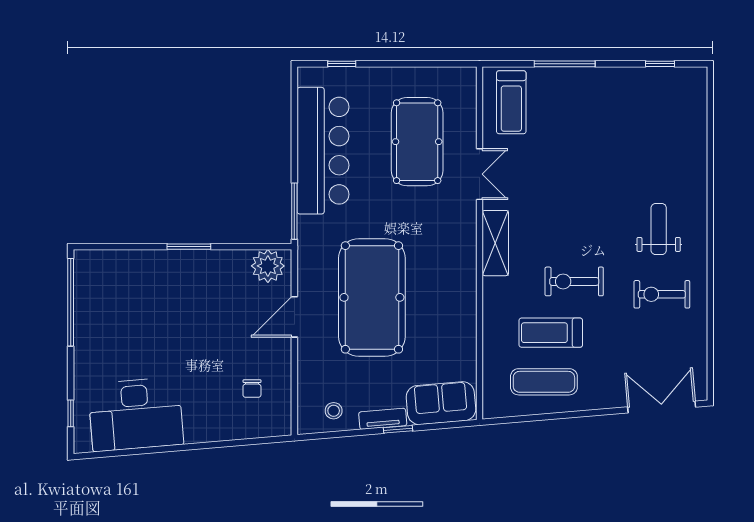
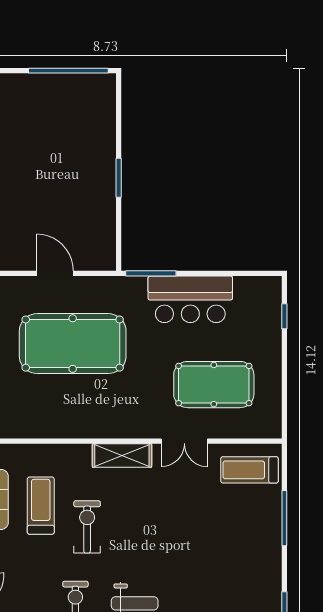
bar counter: (323, 151) -> (190, 299), width x0.73
plant: (268, 266) -> (101, 249), removed

